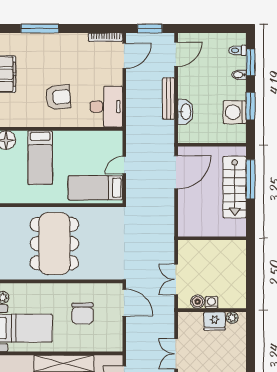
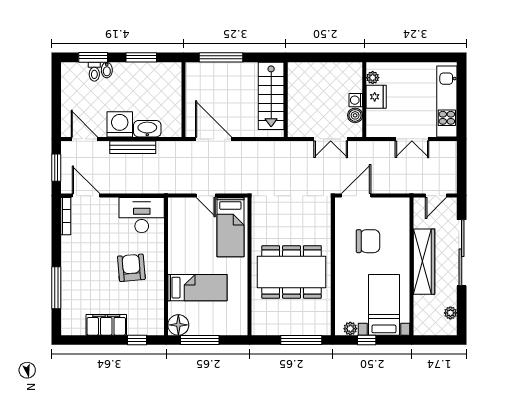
toilet: (238, 50) -> (94, 72), moved
washing machine: (235, 112) -> (120, 124), moved, turned 180
stairs: (235, 187) -> (271, 96), moved, turned 90

